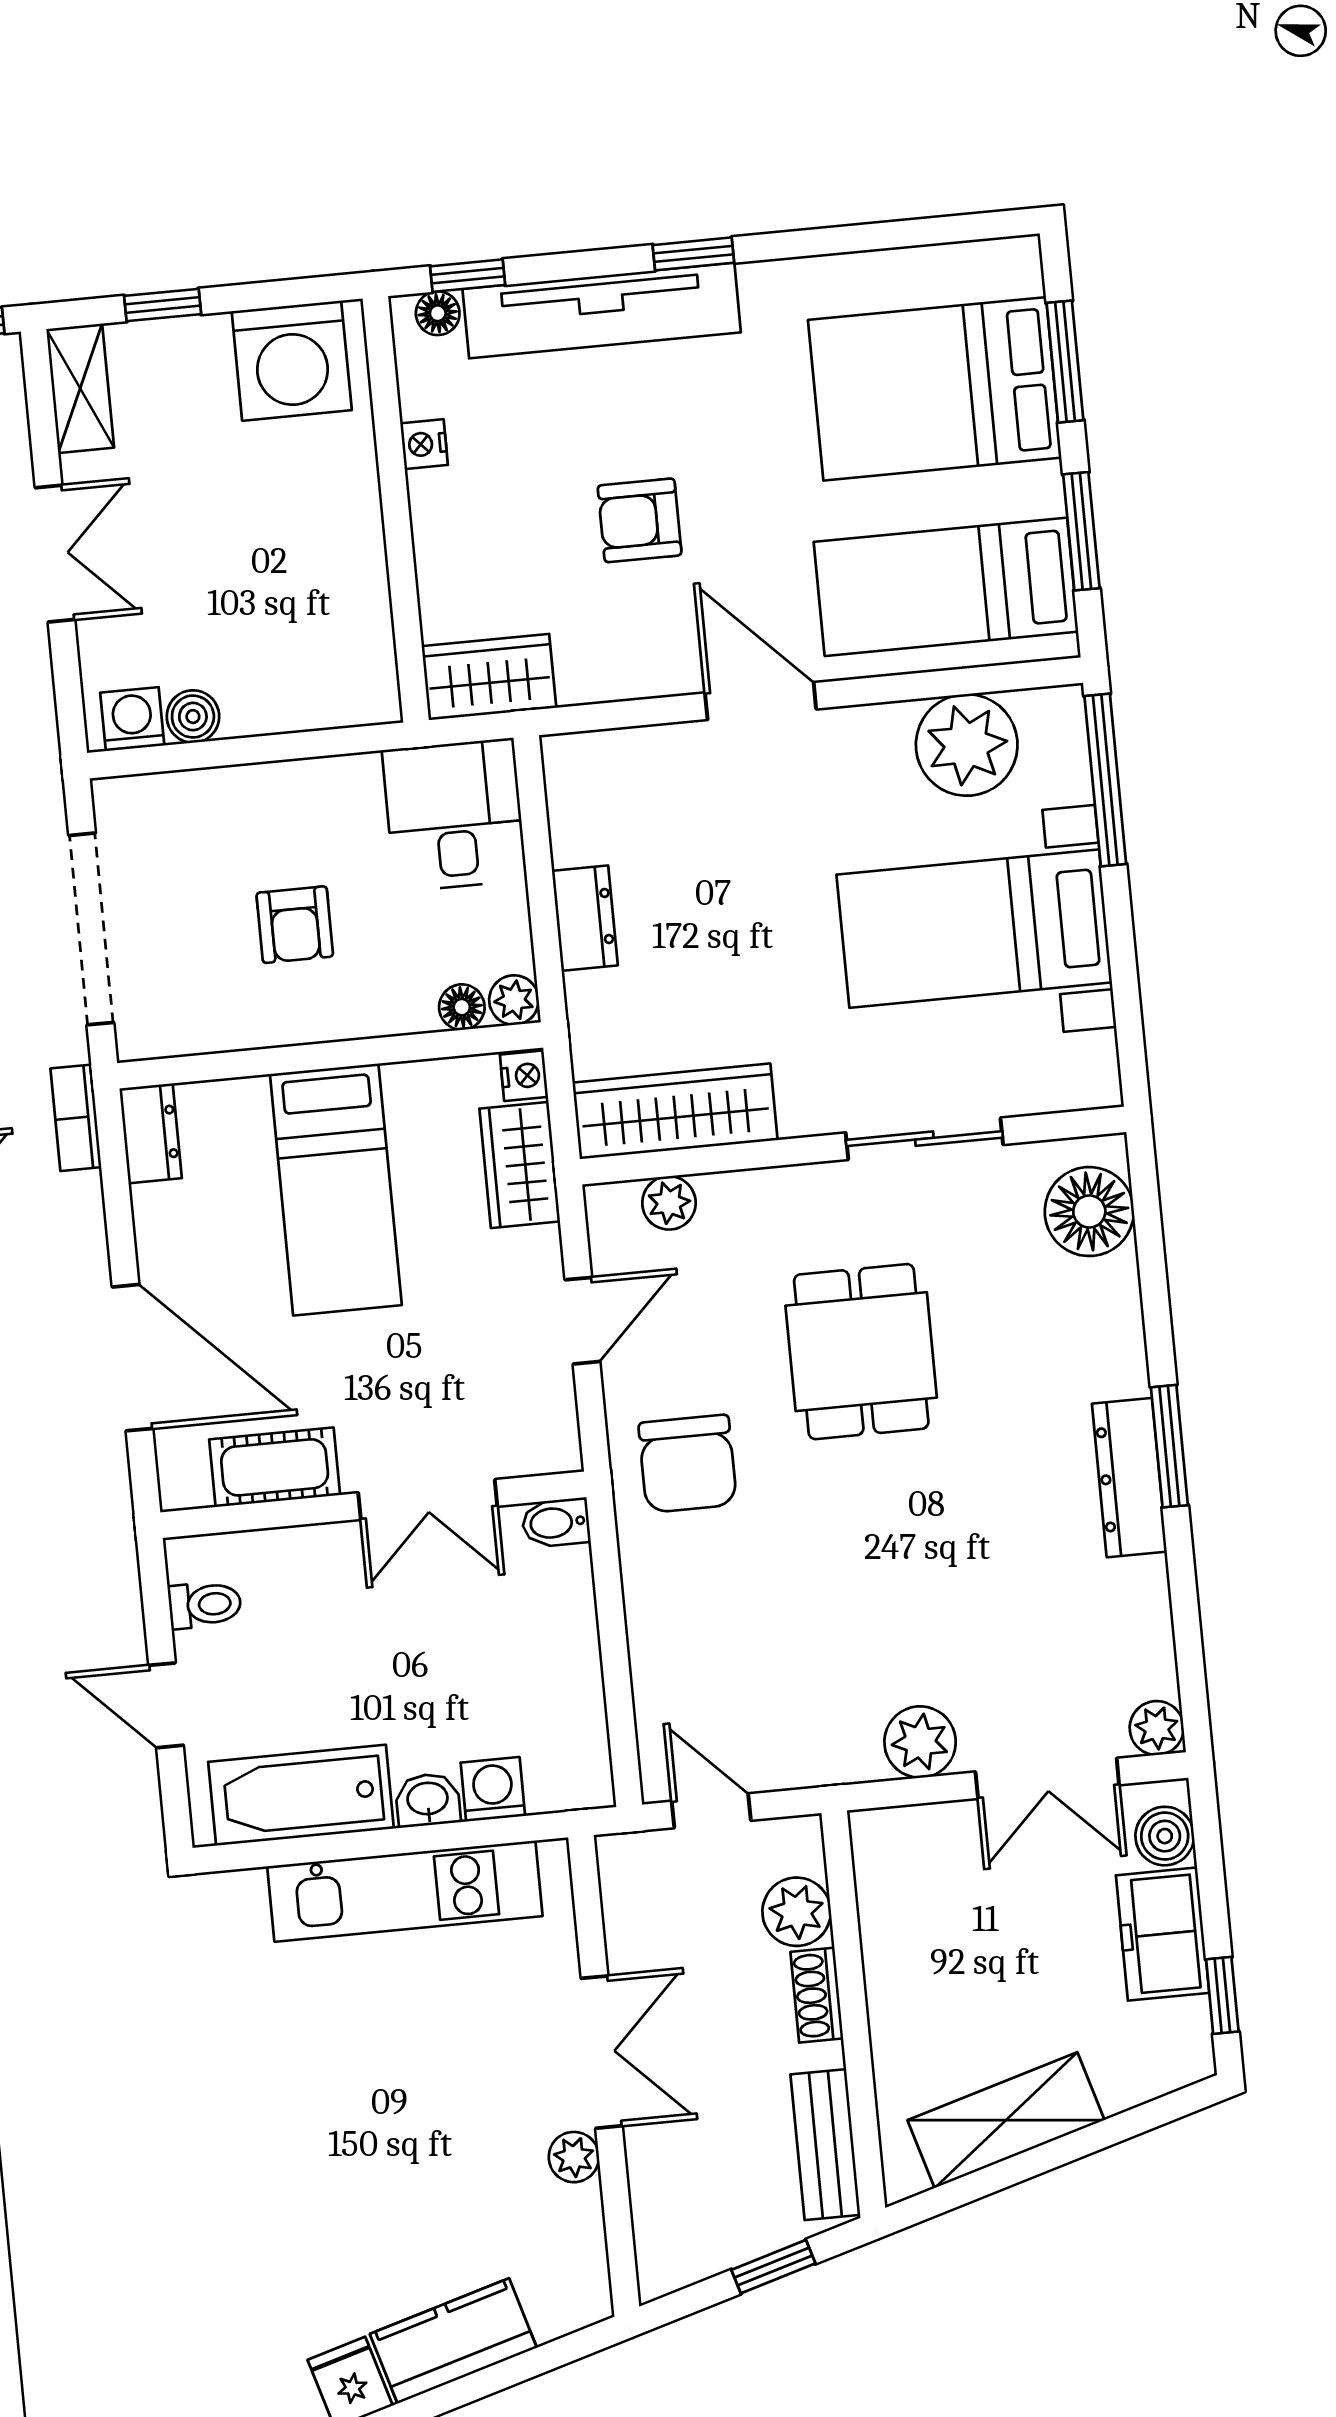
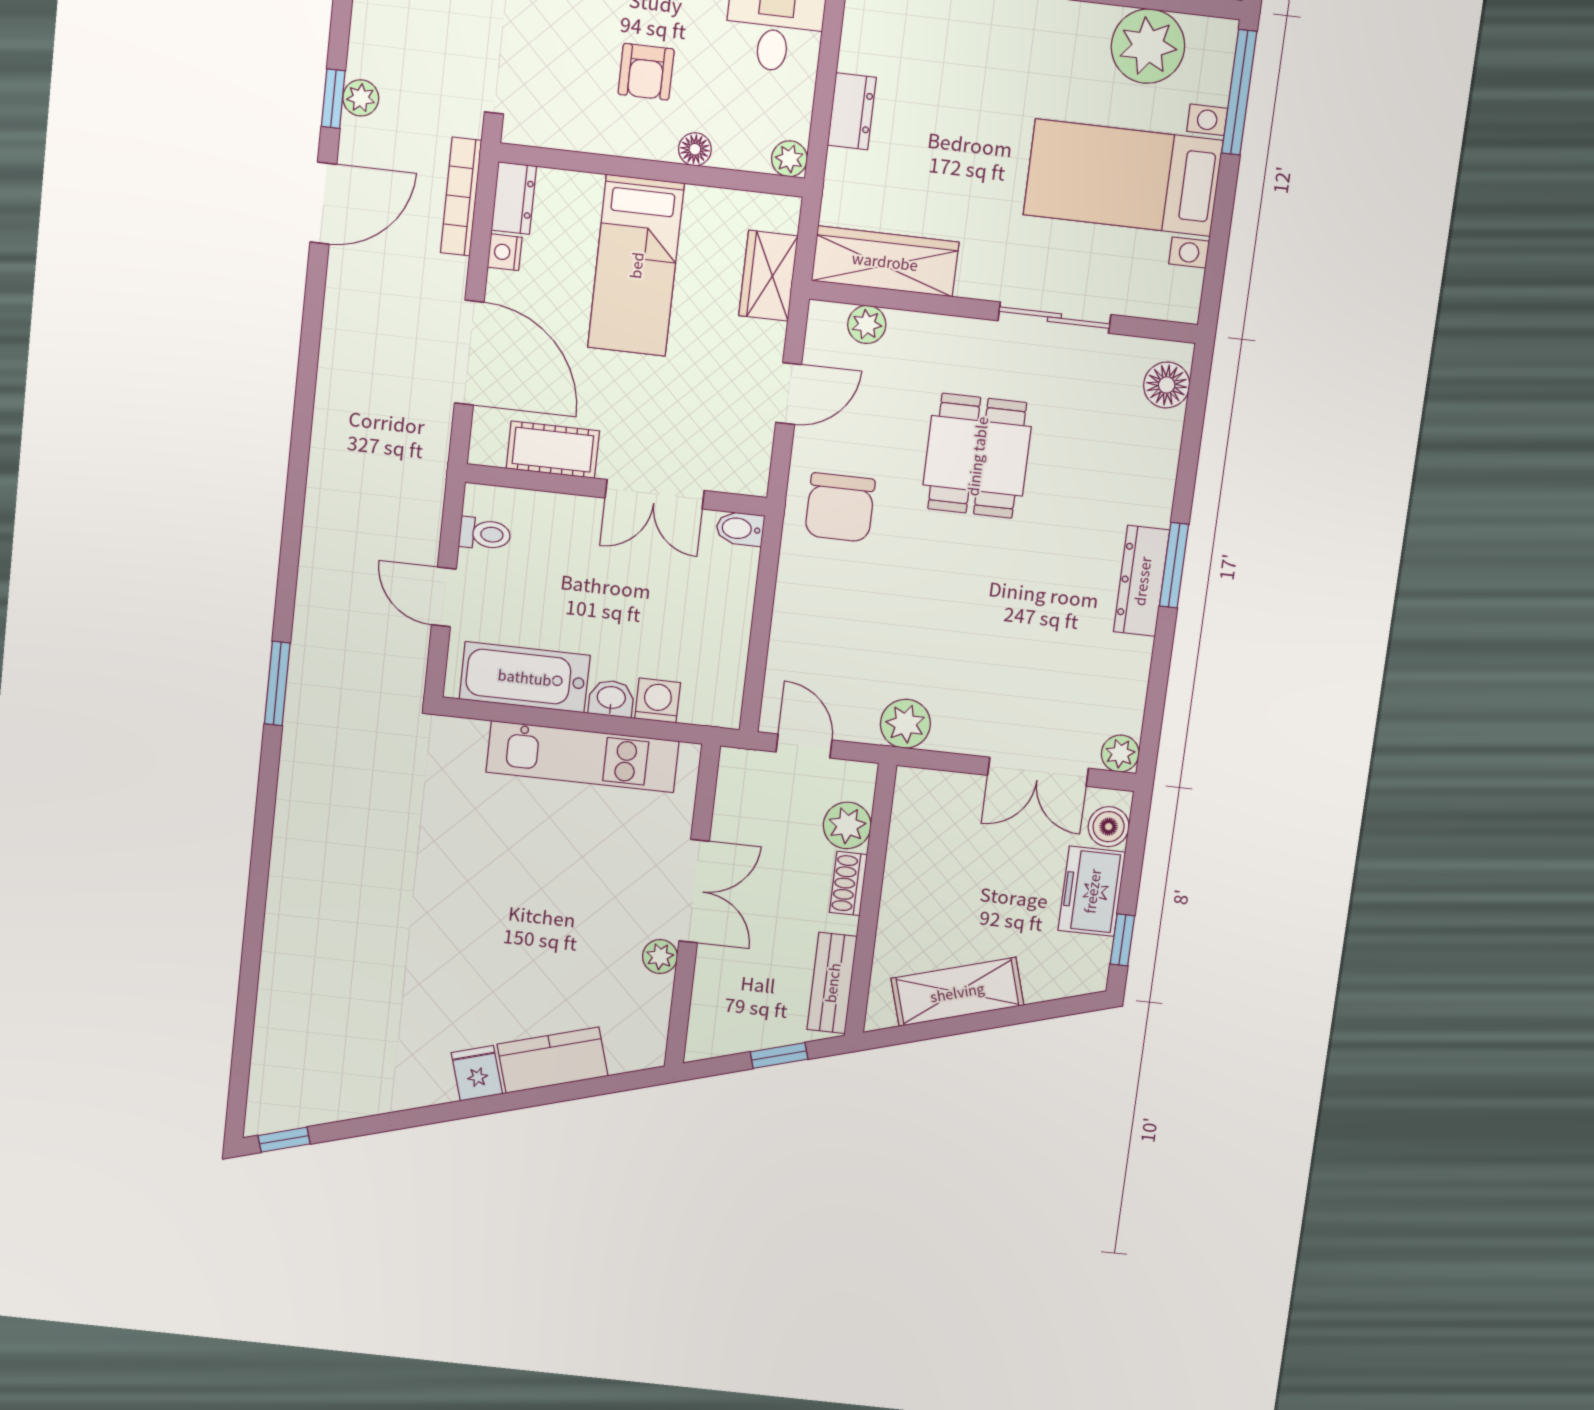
floor lamp: (462, 1007) -> (695, 149), moved
nightstand: (524, 1076) -> (505, 252), moved, turned 180
bookcase: (76, 1118) -> (461, 197), width x1.56
floor lamp: (1089, 1212) -> (1167, 385), width x0.73, depth x0.73
plant: (920, 1742) -> (905, 724), moved

